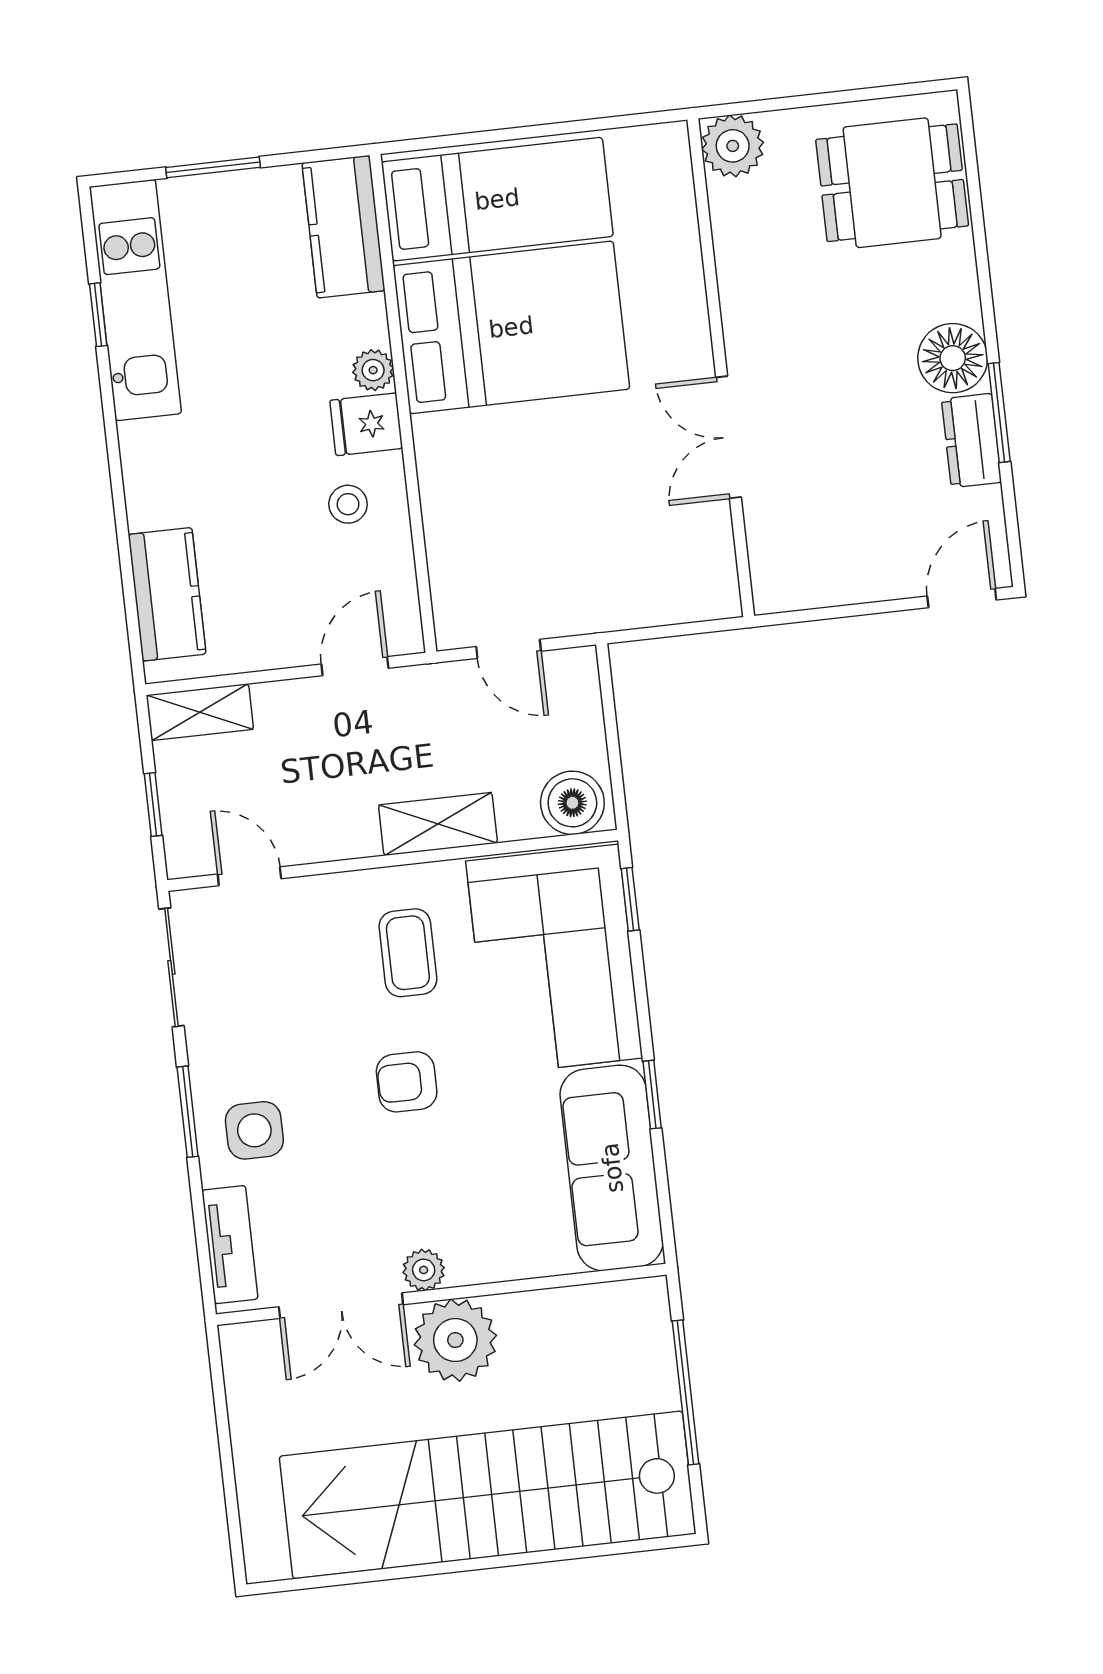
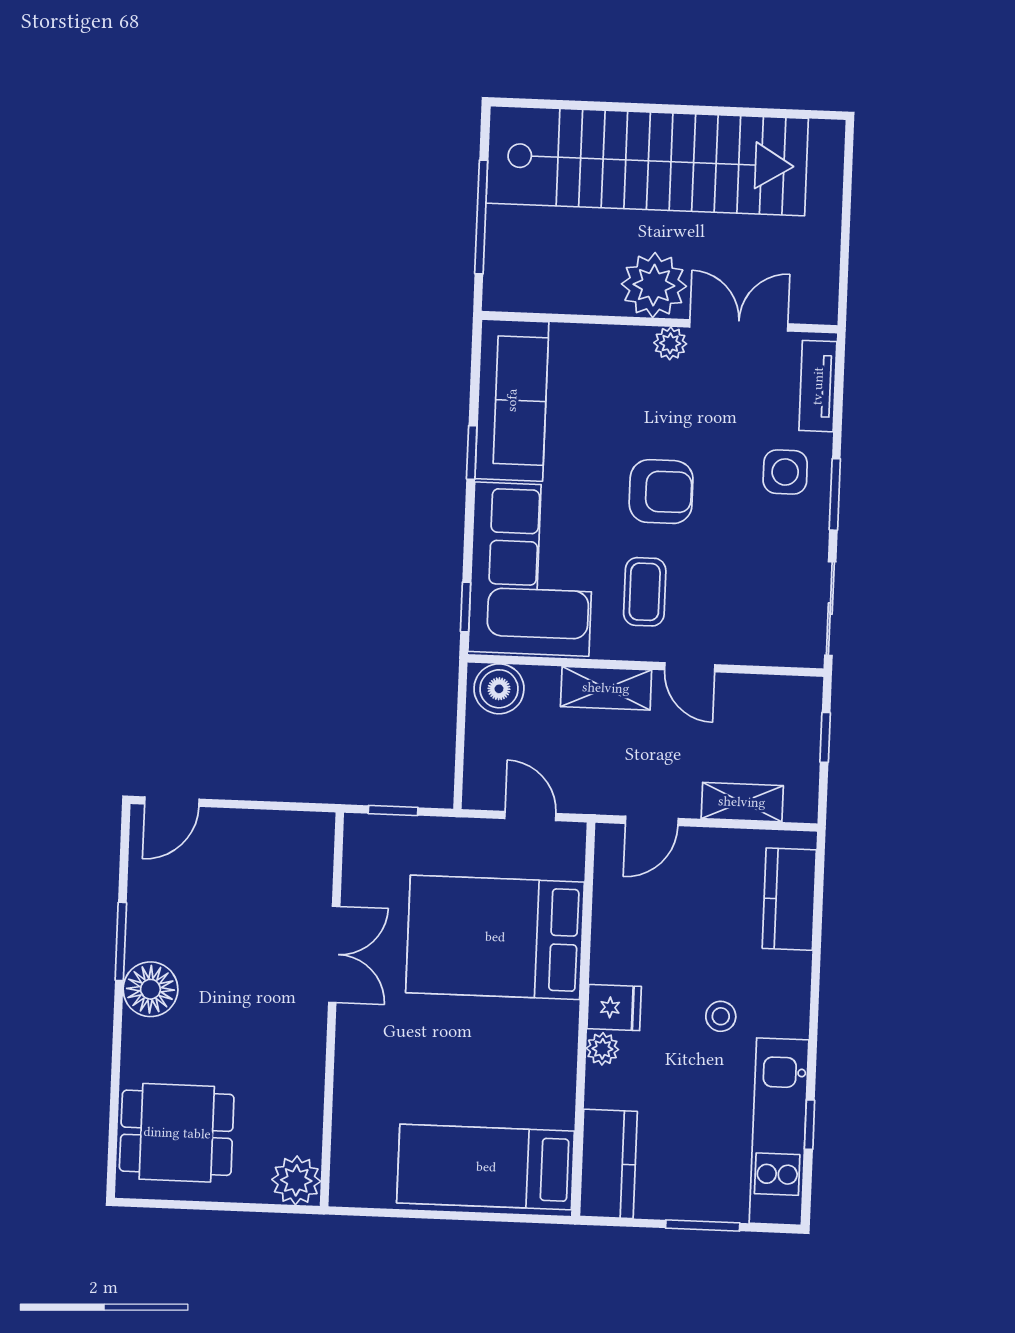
bed: (511, 327) -> (495, 937), moved
dresser: (972, 441) -> (146, 923), removed
stool: (348, 504) -> (721, 1016), moved
window: (682, 629) -> (393, 811), added
shelving: (200, 712) -> (742, 802), moved
door: (249, 876) -> (690, 667), moved
armchair: (407, 1082) -> (661, 492), width x1.38, depth x1.38

